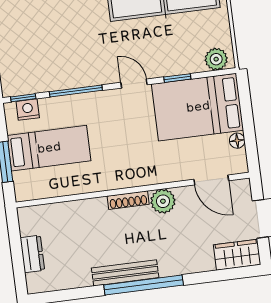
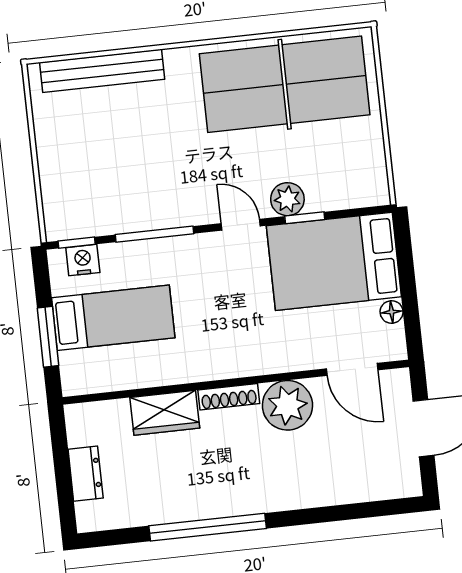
plant: (216, 59) -> (287, 199), moved
plant: (163, 201) -> (287, 405), width x1.36, depth x1.36
wardrobe: (237, 255) -> (165, 413), moved, turned 180
bench: (125, 273) -> (222, 504), removed
window: (144, 285) -> (208, 527), moved

